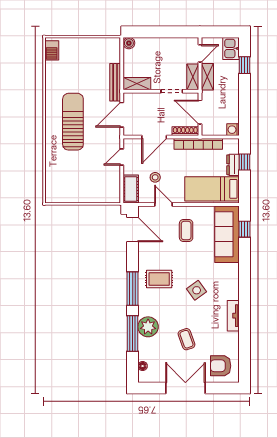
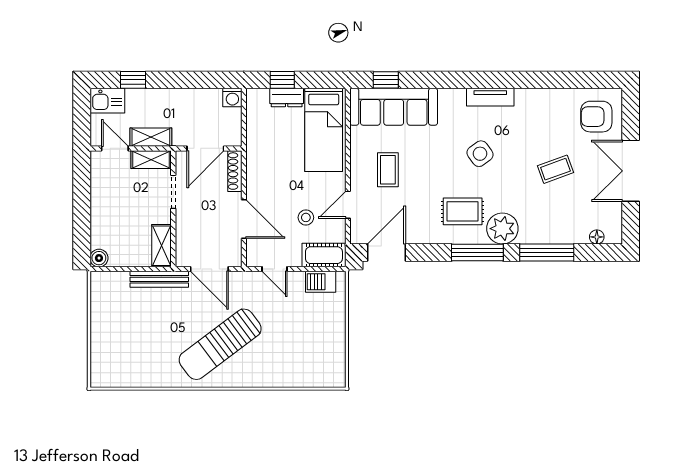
barbecue: (52, 50) -> (321, 282), moved, turned 180
sun lounger: (73, 122) -> (220, 344), turned -37
bookcase: (198, 144) -> (254, 151), removed
coffee table: (186, 231) -> (388, 170), turned 90
rug: (159, 279) -> (463, 211), turned 90
tv unit: (233, 316) -> (490, 97), moved
plant: (148, 327) -> (502, 229), moved
armchair: (221, 366) -> (596, 117), turned 90

